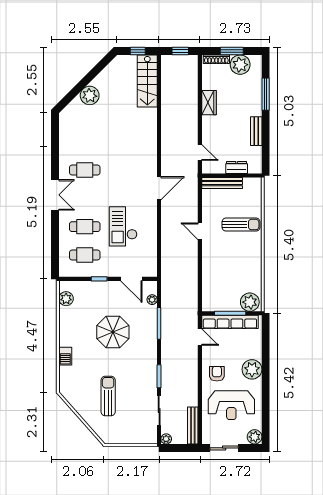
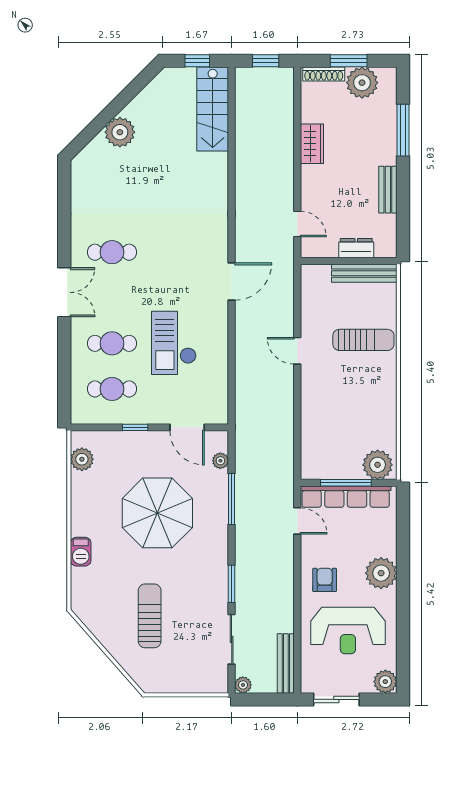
bench: (222, 183) -> (364, 273), moved
parasol: (113, 332) -> (157, 513), width x1.36, depth x1.36

